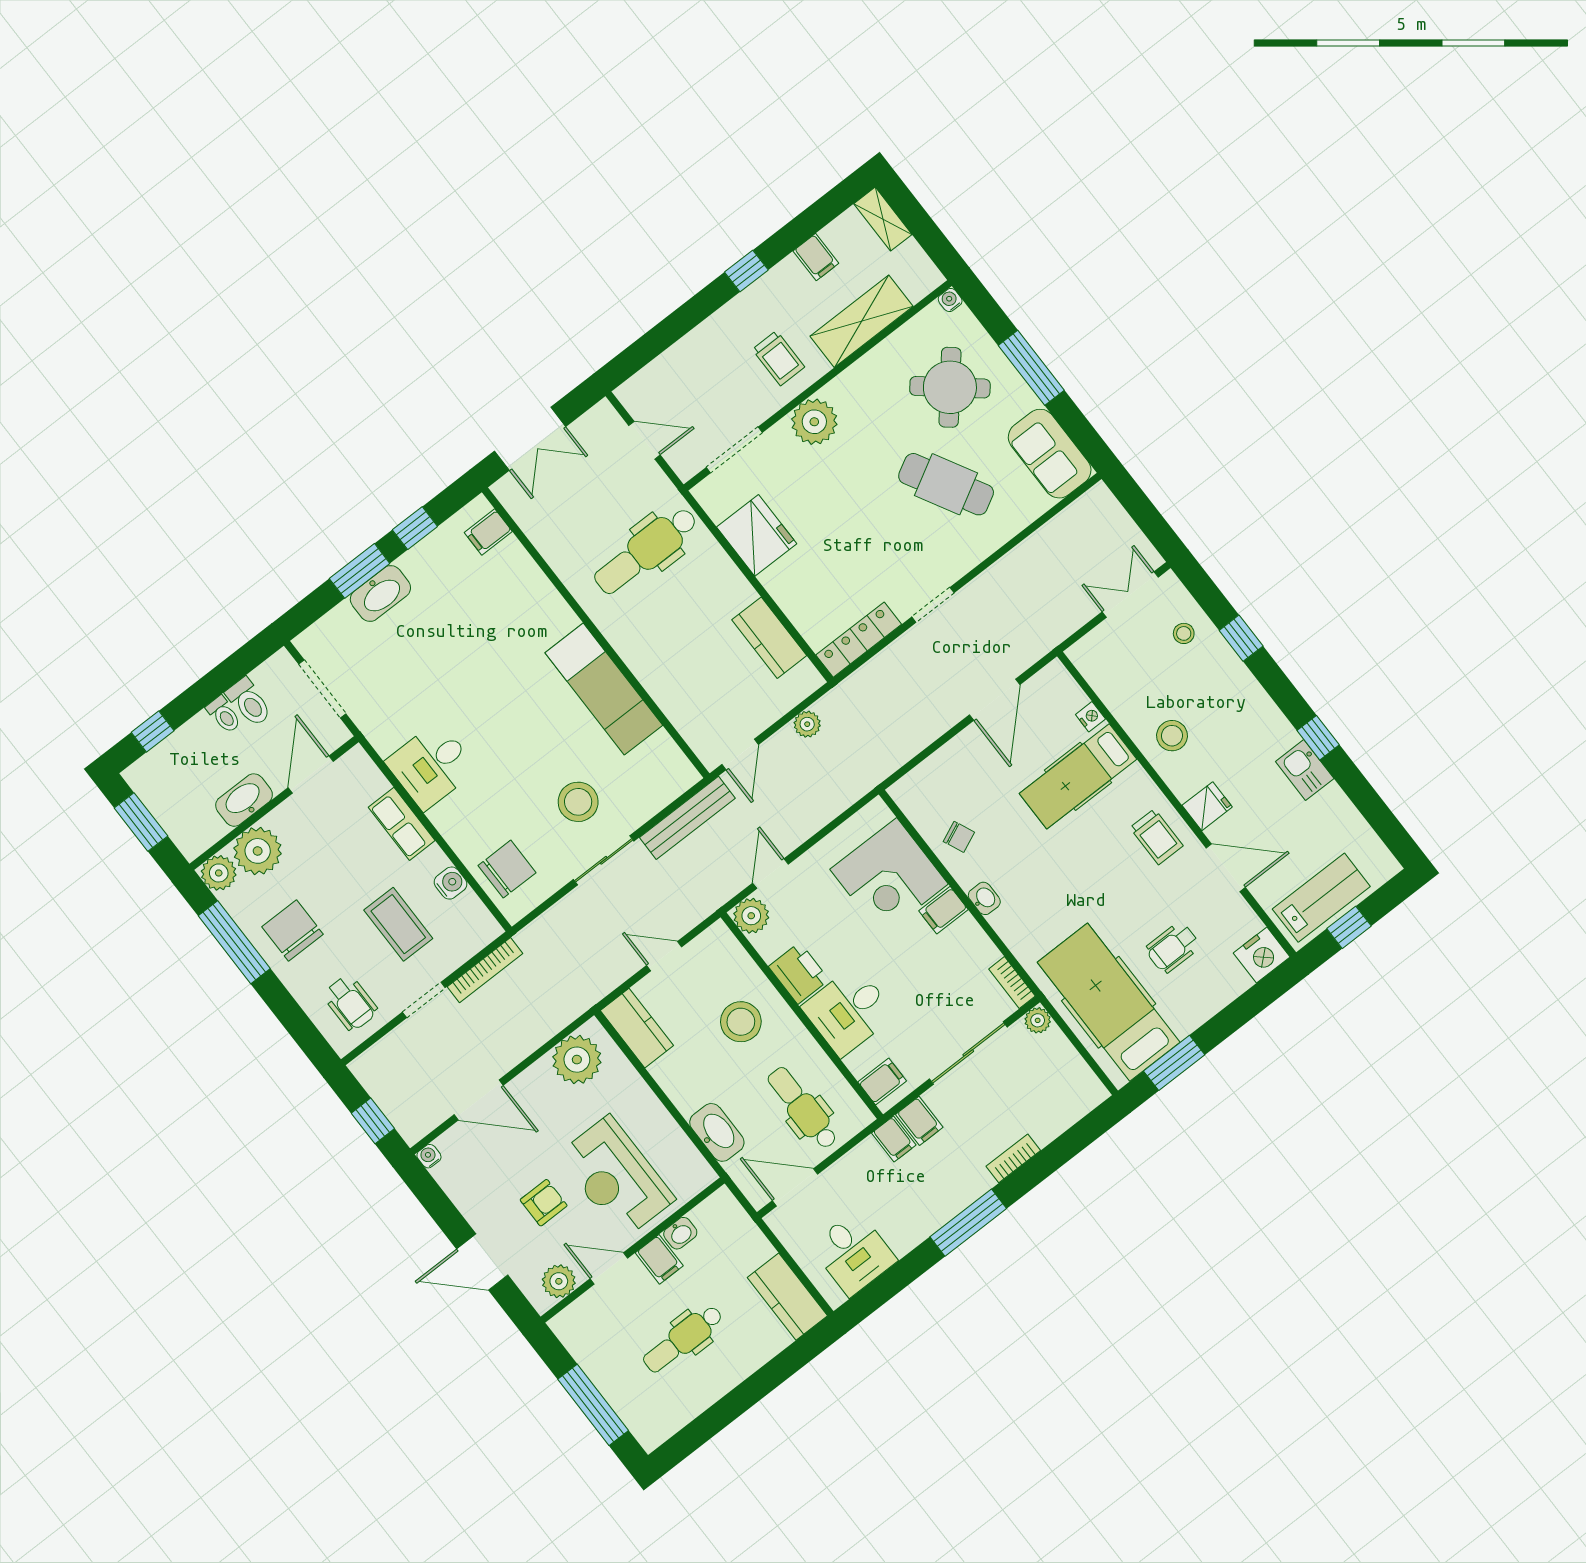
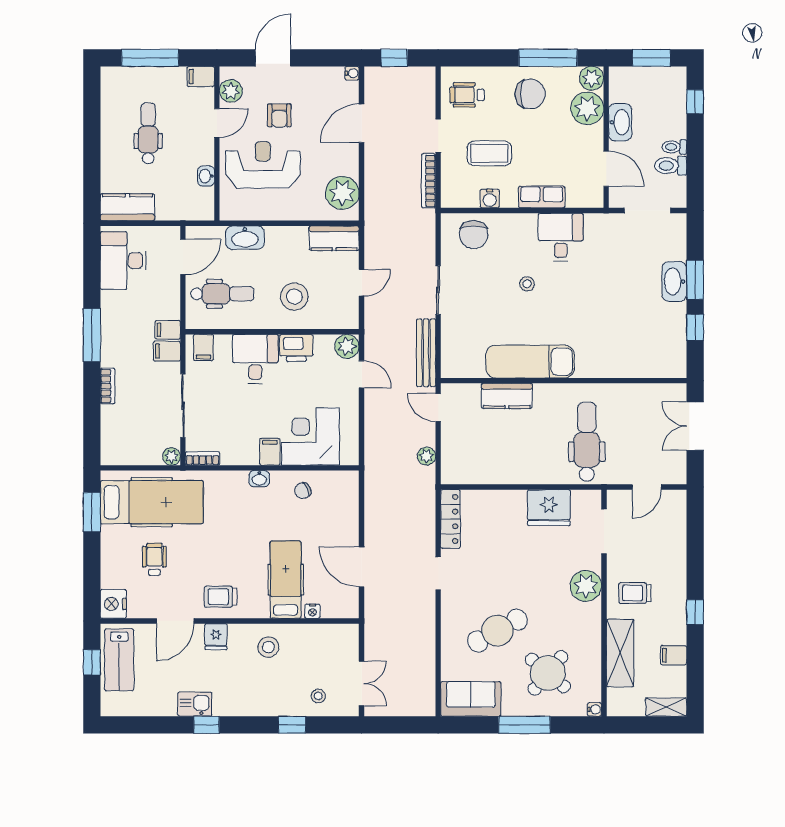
filing cabinet: (488, 532) -> (662, 365), removed
kitchen counter: (769, 638) -> (507, 396), moved, turned 180
stool: (578, 802) -> (527, 284), moved, width x0.53, depth x0.53
desk: (854, 1253) -> (123, 261), width x1.37
filing cabinet: (659, 1259) -> (201, 76), moved

